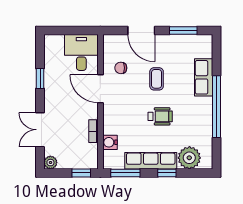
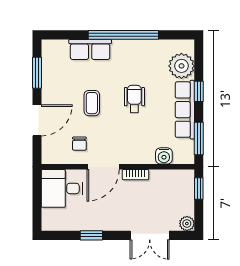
coffee table: (157, 79) -> (92, 103), turned 90
bookcase: (93, 131) -> (135, 175), moved

